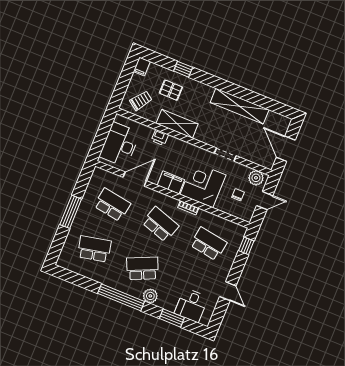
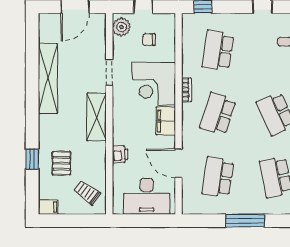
shelving: (177, 124) -> (97, 117), moved

